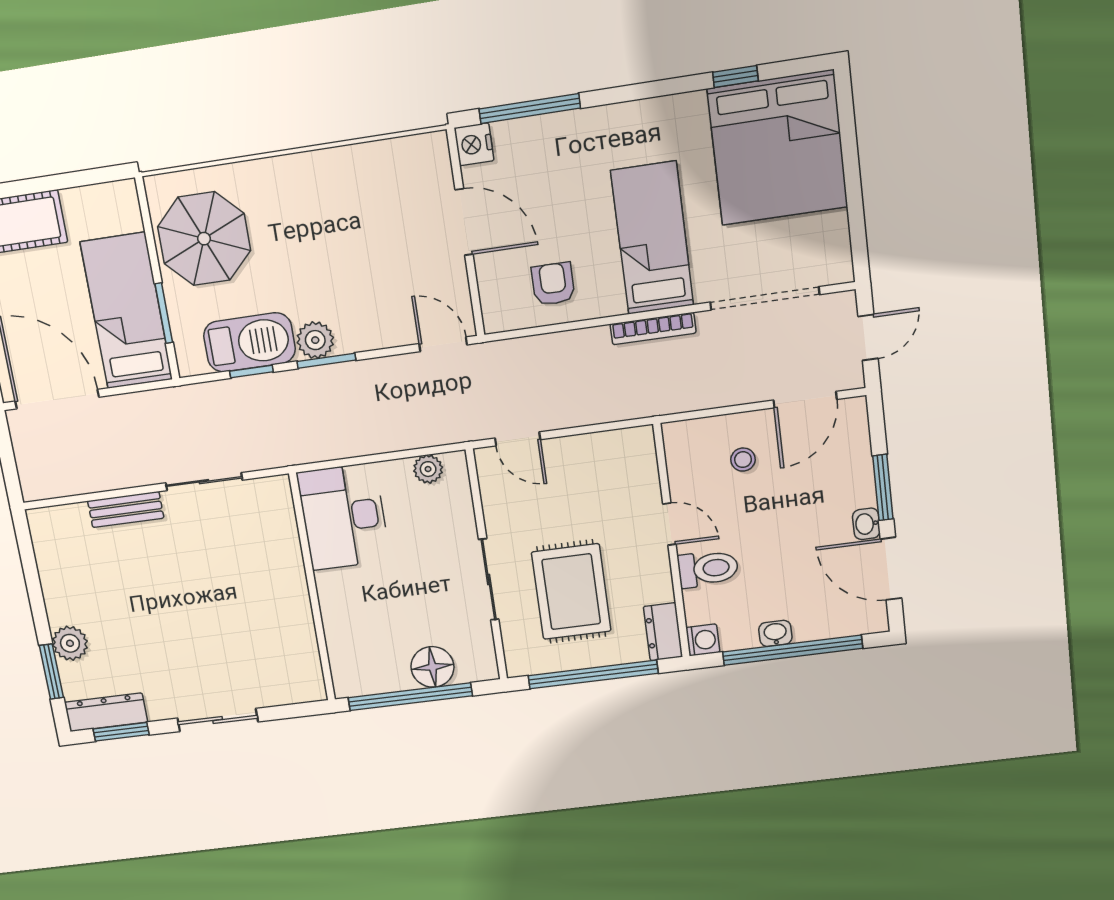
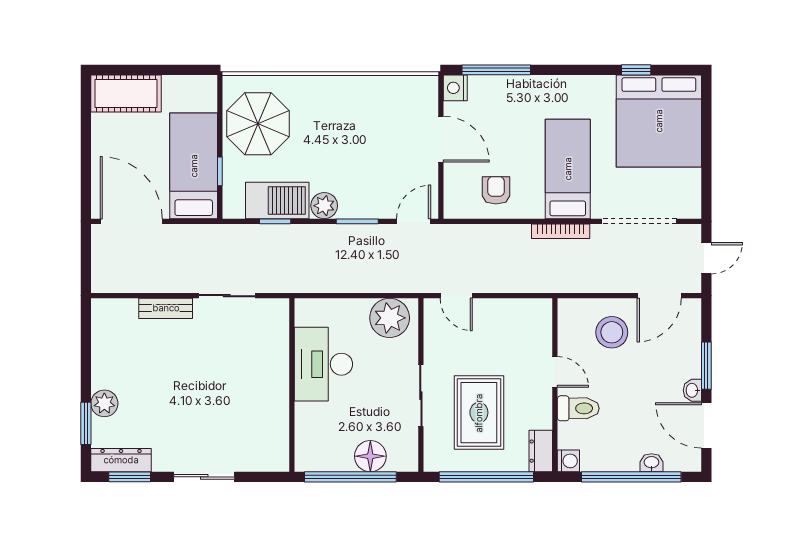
window: (164, 313) -> (220, 171), width x0.67
door: (443, 344) -> (414, 221), hinge flipped
window: (326, 361) -> (357, 221), moved
stool: (743, 460) -> (612, 332), width x1.89, depth x1.89
plant: (428, 469) -> (390, 318), width x1.87, depth x1.87
desk: (344, 517) -> (323, 364), moved
washbasin: (775, 633) -> (651, 463), moved

